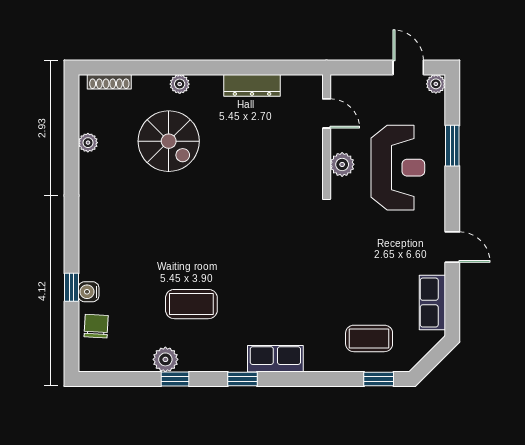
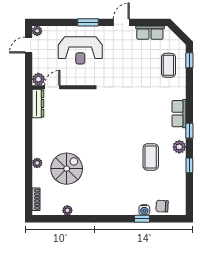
dresser: (252, 85) -> (38, 103), moved
window: (452, 146) -> (88, 22), moved
plant: (342, 164) -> (38, 79), moved
reception desk: (398, 168) -> (80, 50), turned 180
plant: (165, 359) -> (179, 147), moved

